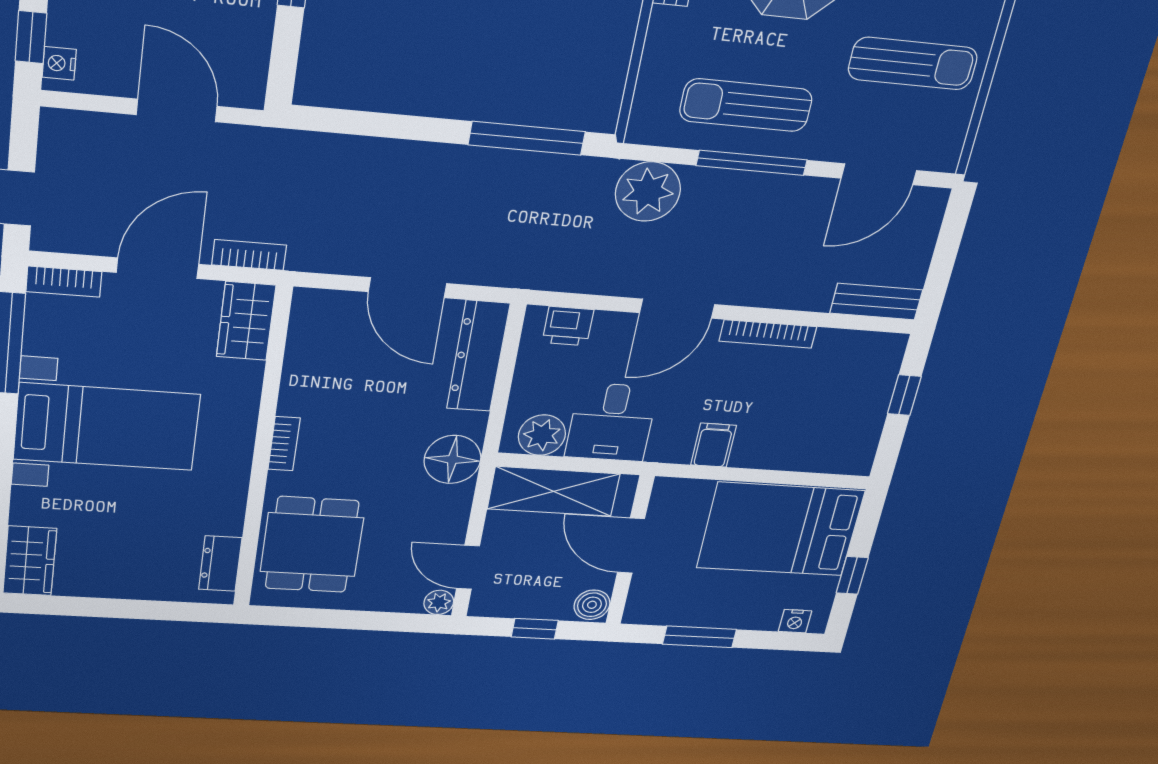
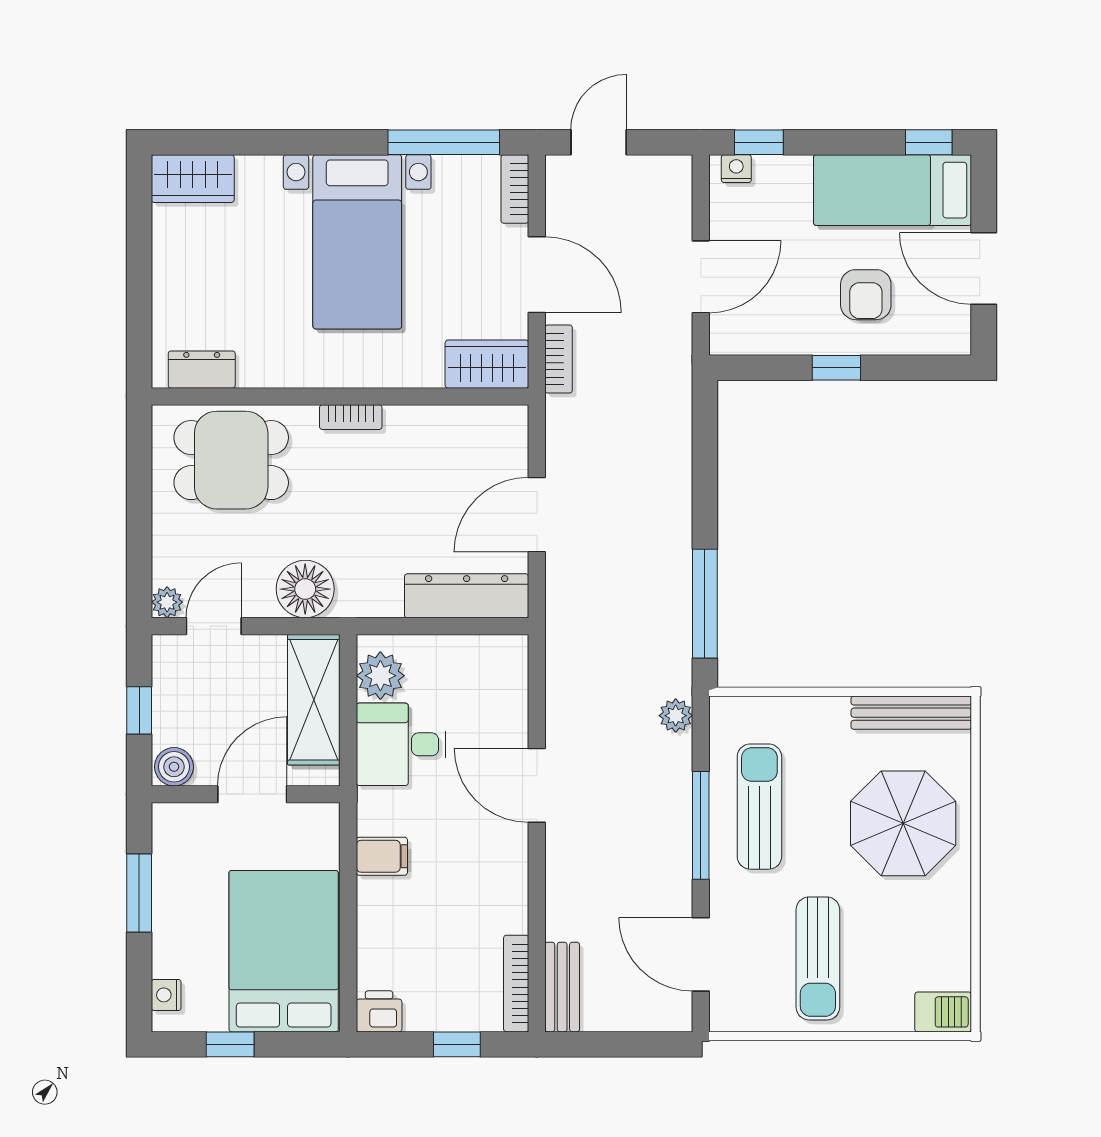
plant: (648, 192) -> (676, 716), width x0.53, depth x0.53
printer: (568, 326) -> (379, 1011), moved, turned 90
bookcase: (768, 334) -> (516, 984), moved
floor lamp: (452, 459) -> (305, 589), moved

